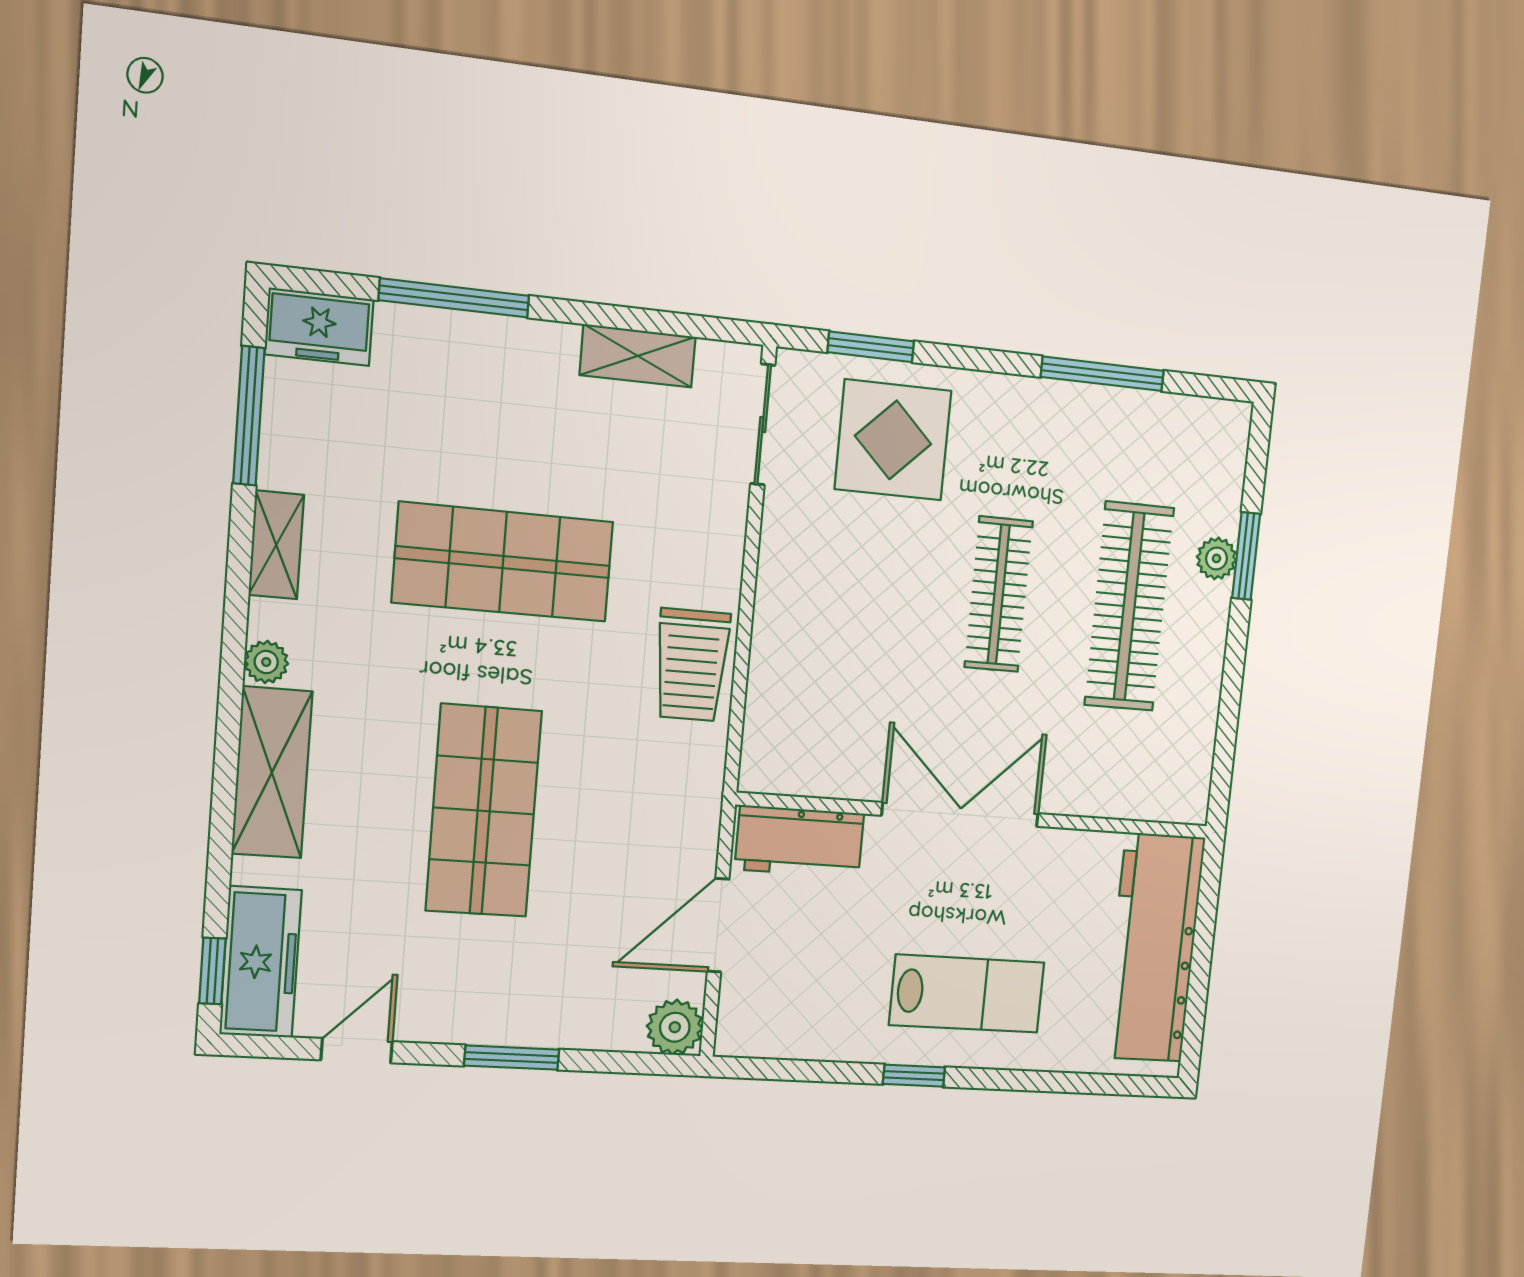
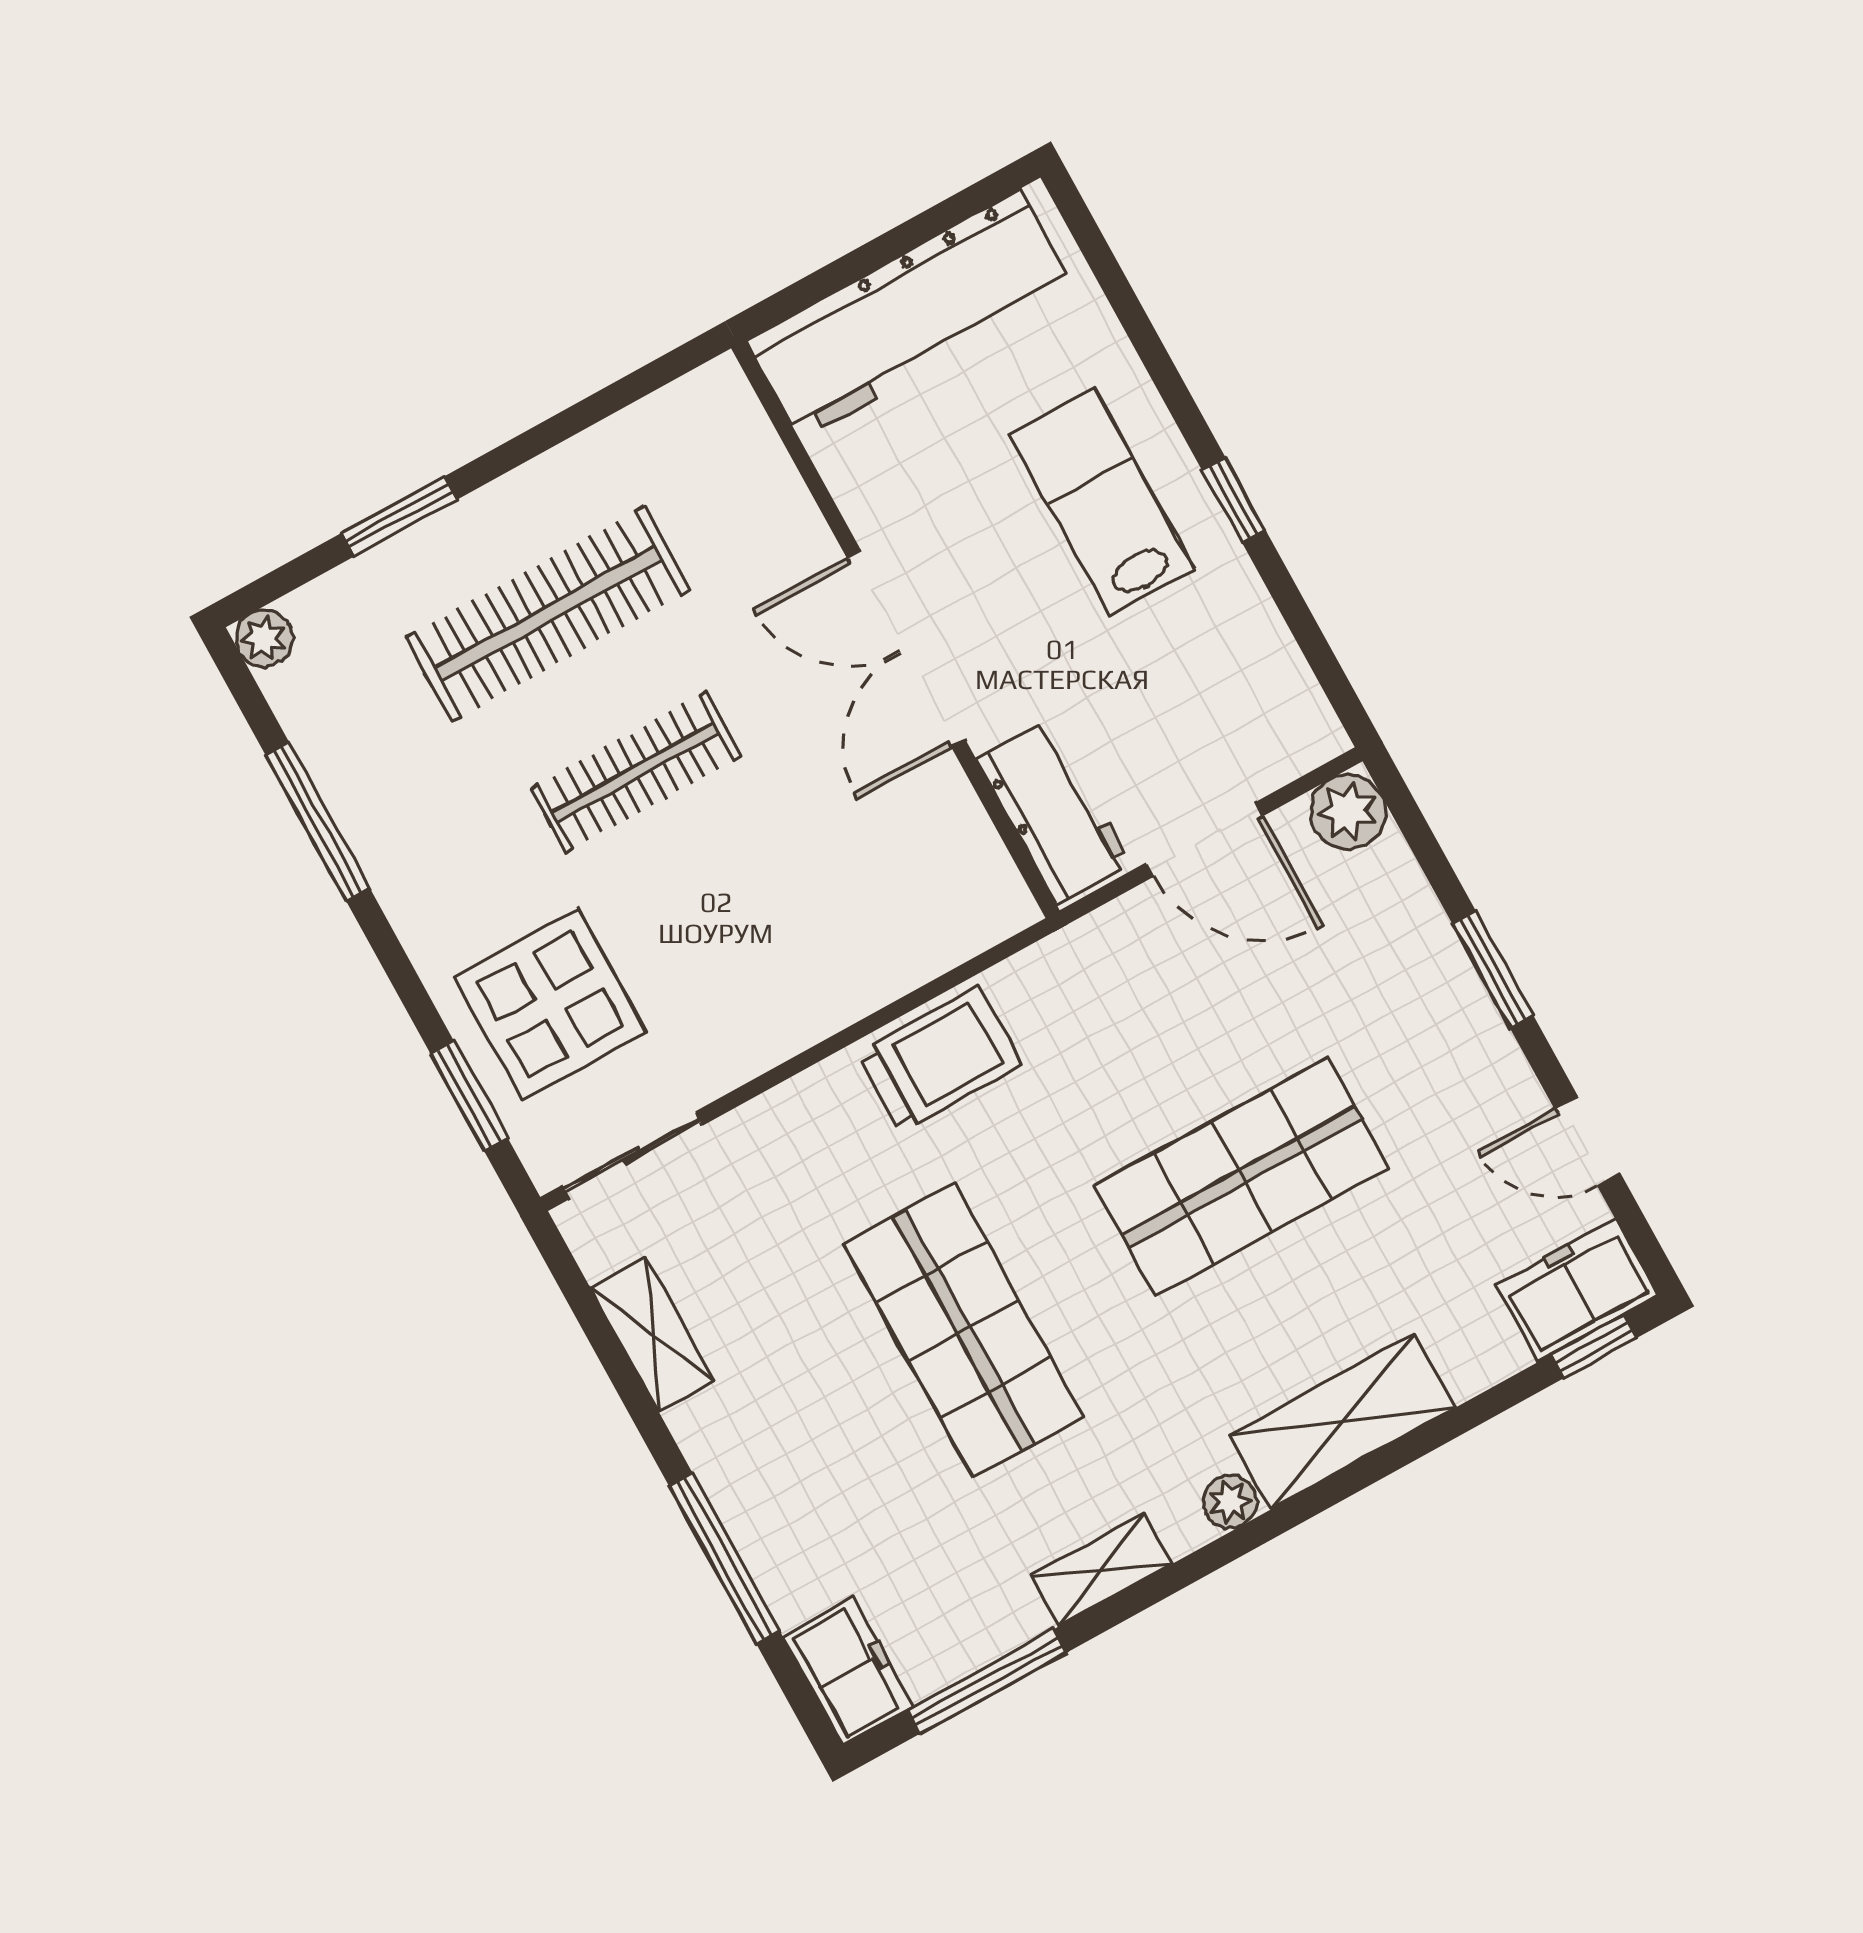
plant: (1216, 558) -> (264, 638), moved
freezer: (261, 962) -> (1577, 1290), width x0.71

